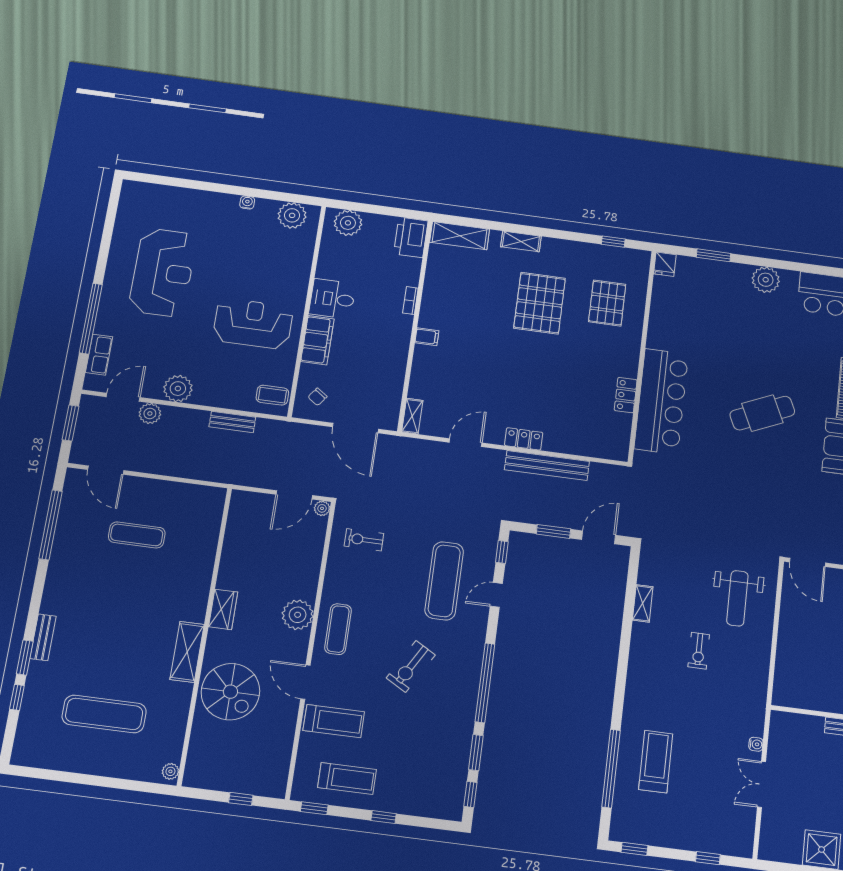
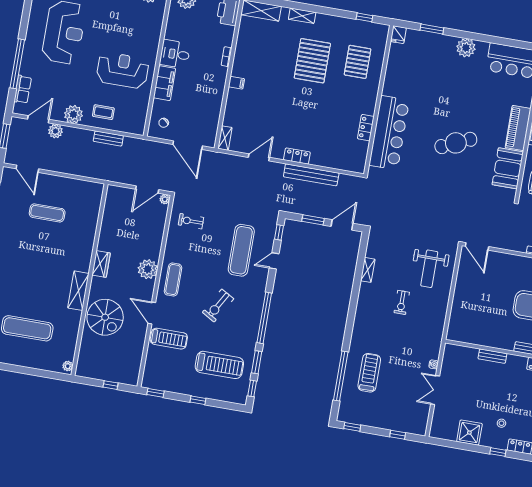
coffee table: (272, 395) -> (103, 112), moved
treadmill: (347, 779) -> (219, 365), moved, width x1.37, depth x1.38

